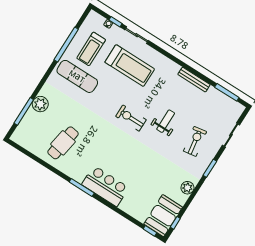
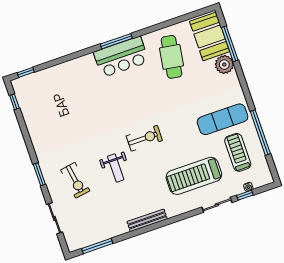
bench: (194, 80) -> (147, 220), moved
bar counter: (105, 186) -> (121, 57), moved
plant: (187, 188) -> (38, 139), removed
booth: (163, 216) -> (210, 36), moved

